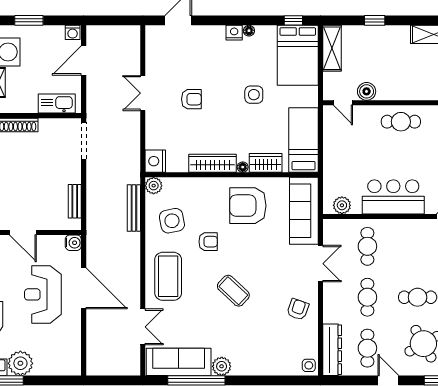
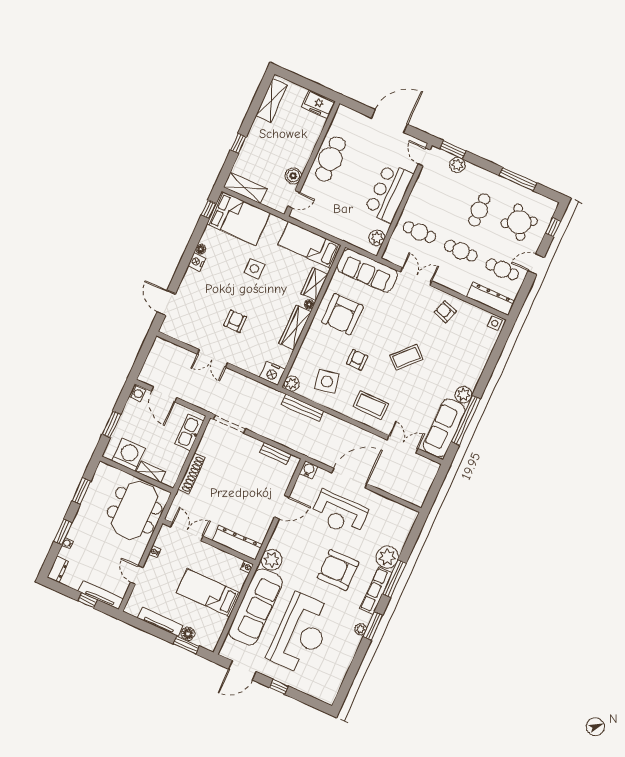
cafe table: (401, 122) -> (330, 159), width x1.37, depth x1.35
coffee table: (168, 276) -> (371, 405), width x0.73, depth x0.76

